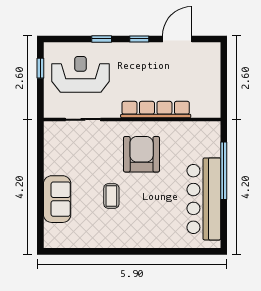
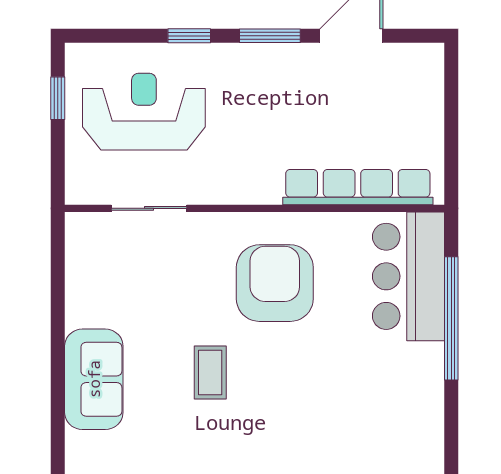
window: (139, 39) -> (270, 36), width x1.50
row of seats: (156, 110) -> (358, 187), moved
bar counter: (204, 199) -> (408, 276), moved, width x0.73

